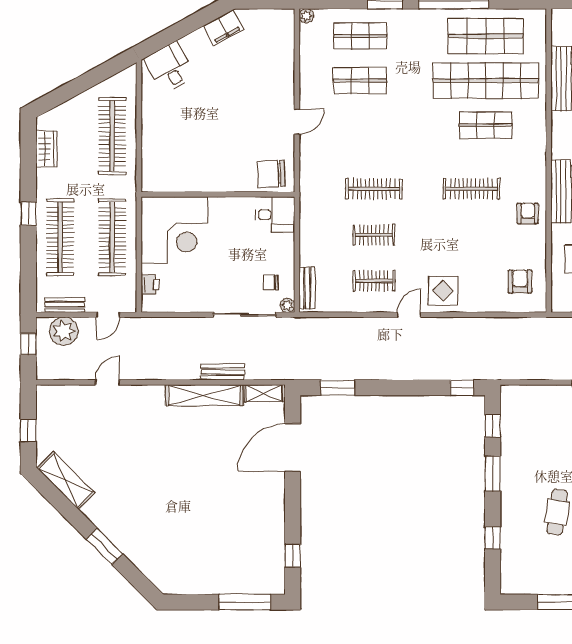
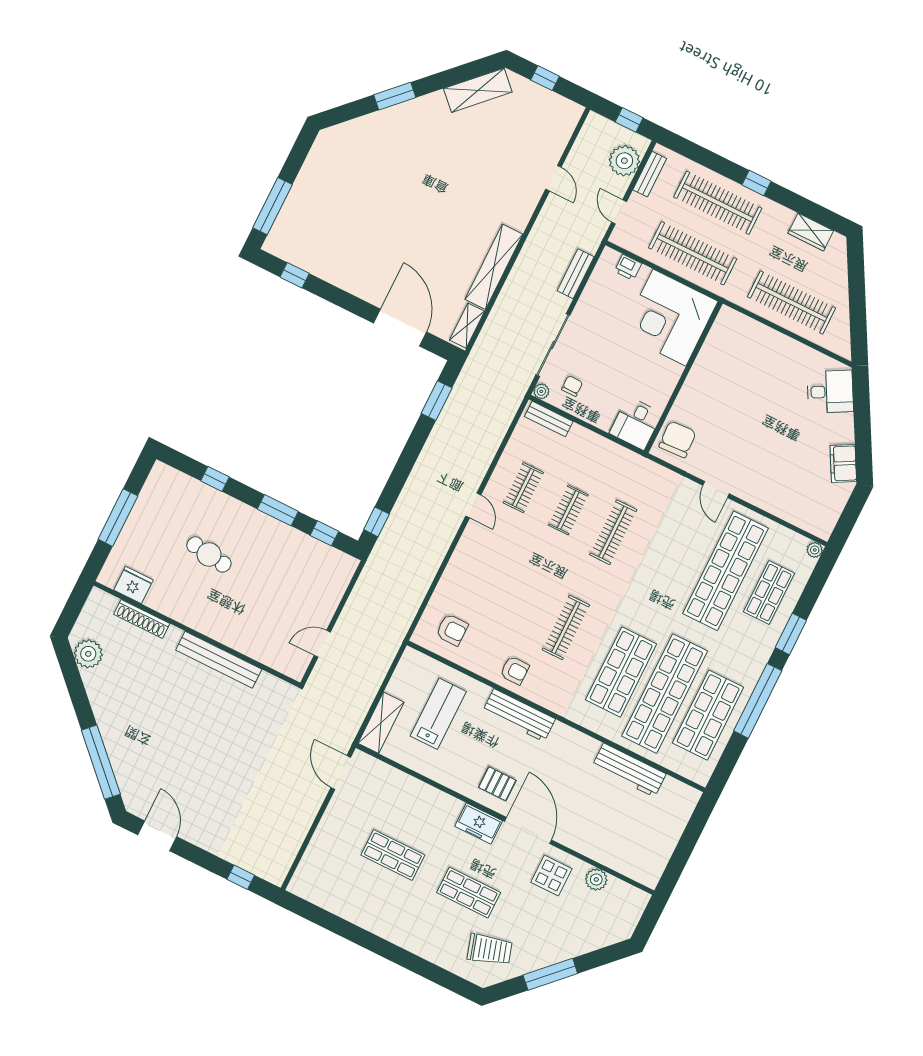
shop shelf: (360, 81) -> (725, 571), width x2.00, depth x1.36
shop shelf: (486, 125) -> (621, 672), width x1.43, depth x1.36
display table: (443, 291) -> (480, 550), removed
bench: (223, 372) -> (576, 274), moved

